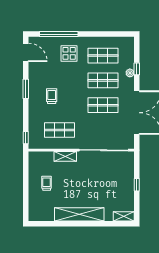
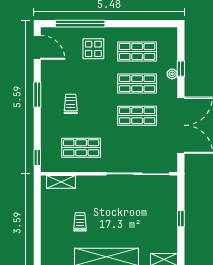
shelving: (65, 156) -> (61, 182), moved
trolley: (47, 183) -> (80, 222), moved

